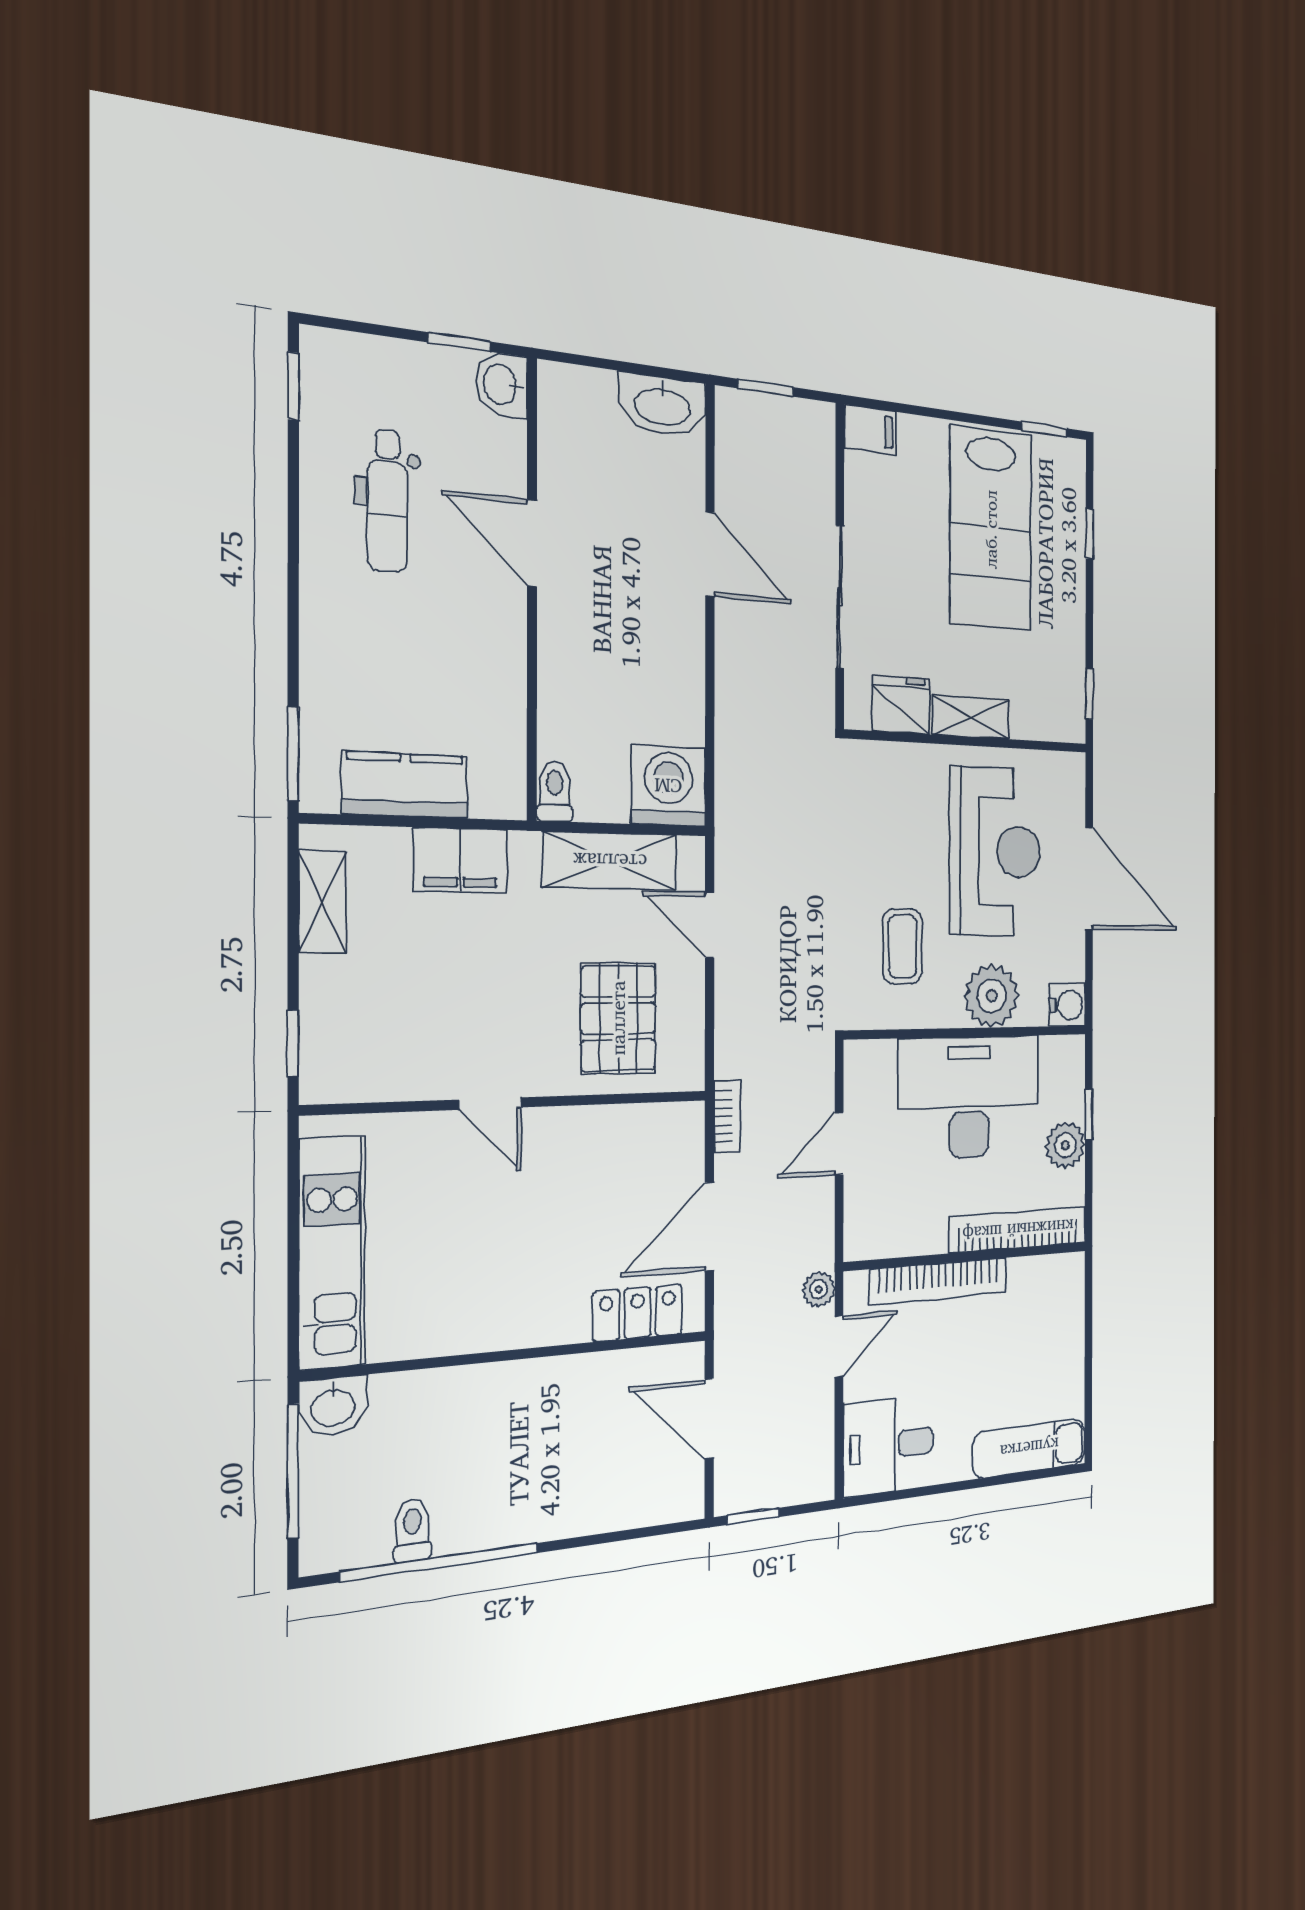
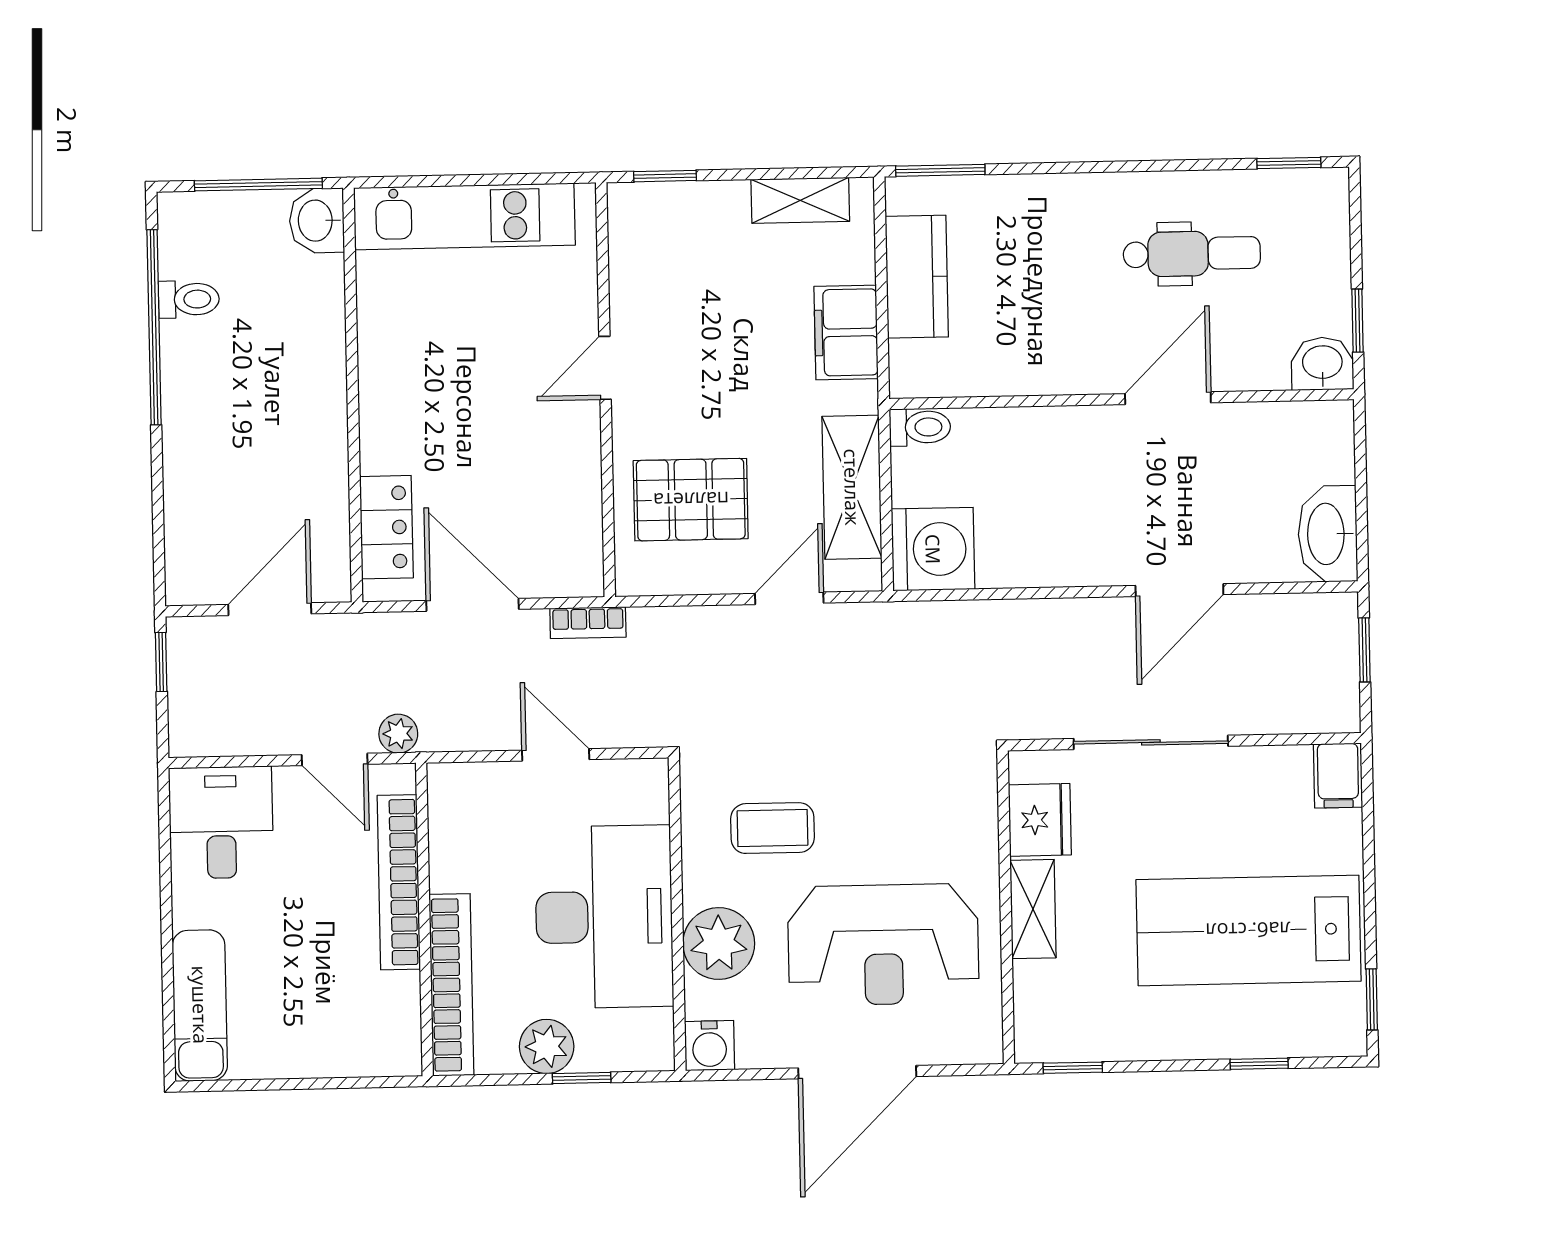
dental chair: (387, 501) -> (1192, 254), turned 180

